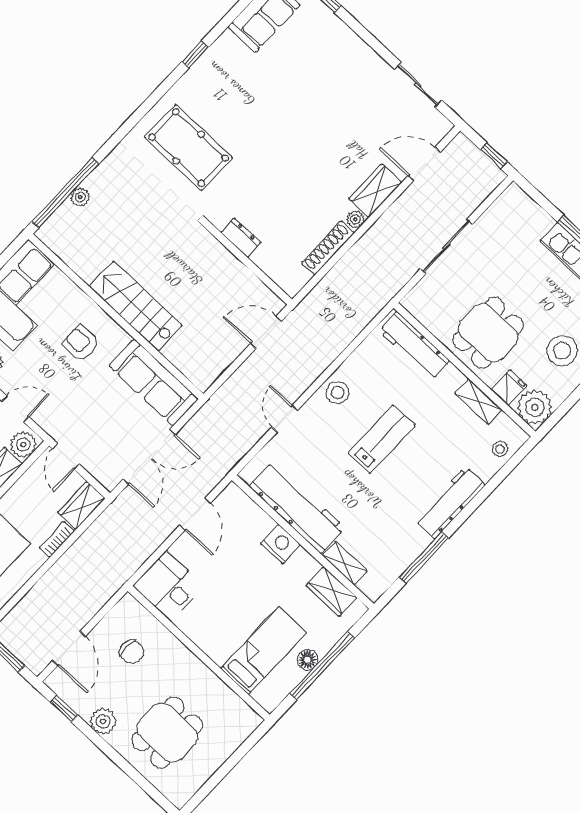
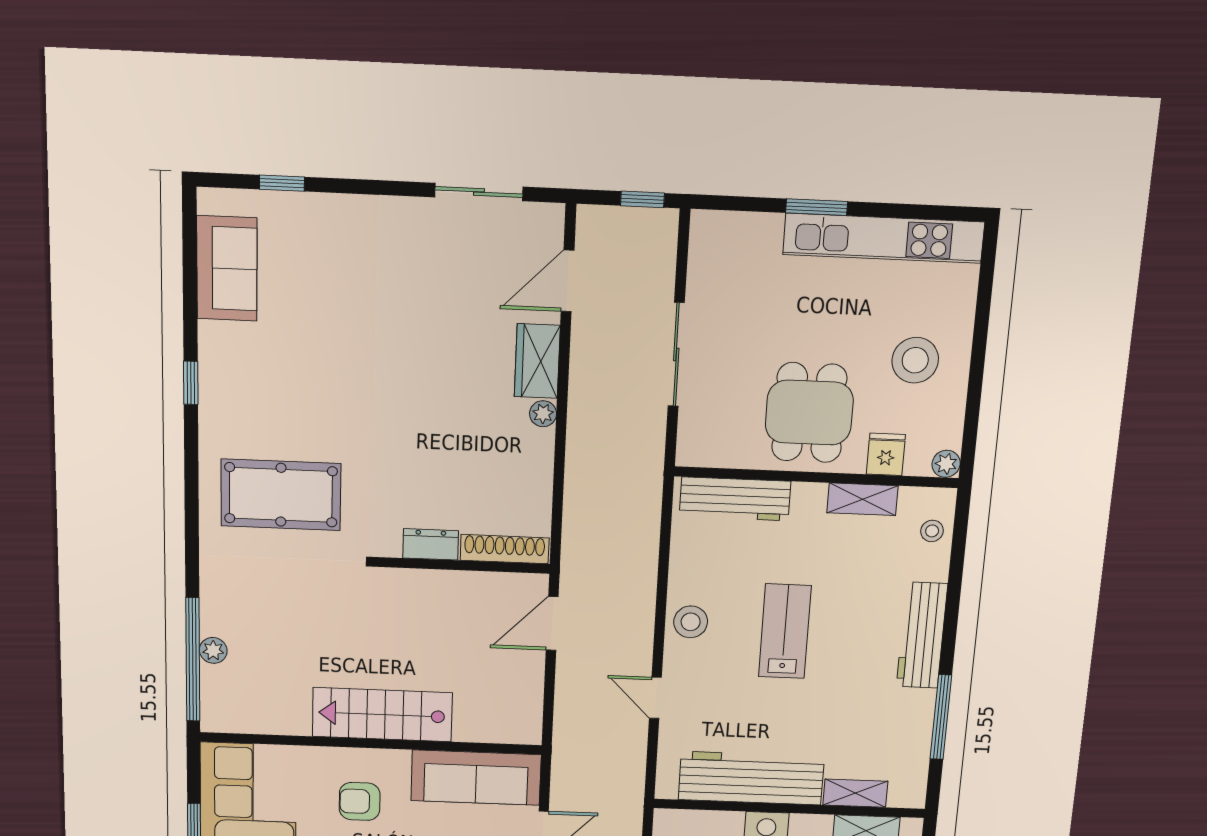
shoe rack: (328, 248) -> (505, 549), moved, turned 90
plant: (535, 407) -> (946, 464), width x0.53, depth x0.53

